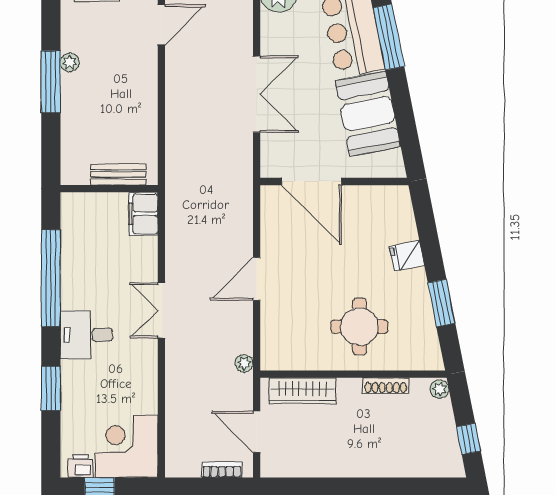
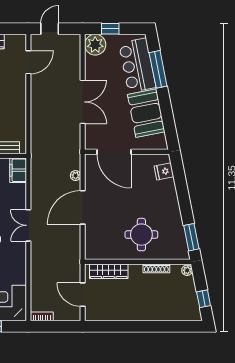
fridge: (407, 256) -> (164, 171), moved
door: (257, 279) -> (83, 207), width x1.36
window: (441, 303) -> (191, 237), moved
plant: (244, 363) -> (76, 176), moved
bookcase: (222, 470) -> (42, 316), moved

